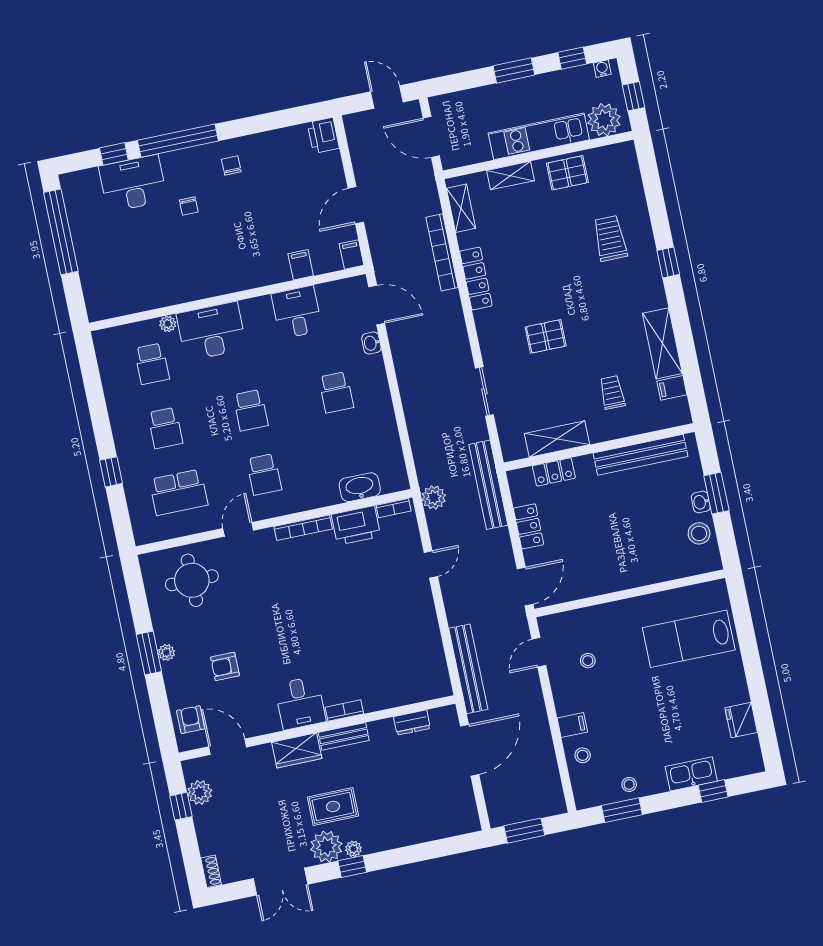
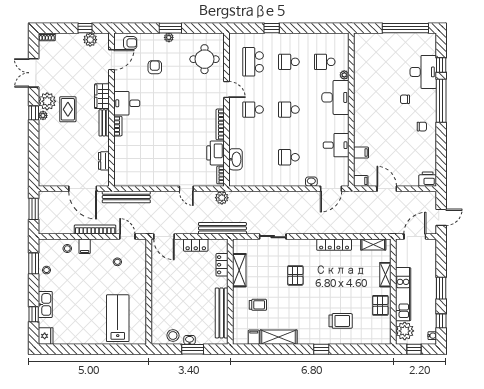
bookcase: (442, 252) -> (95, 230), moved
fridge: (741, 720) -> (46, 336), moved, turned 90

